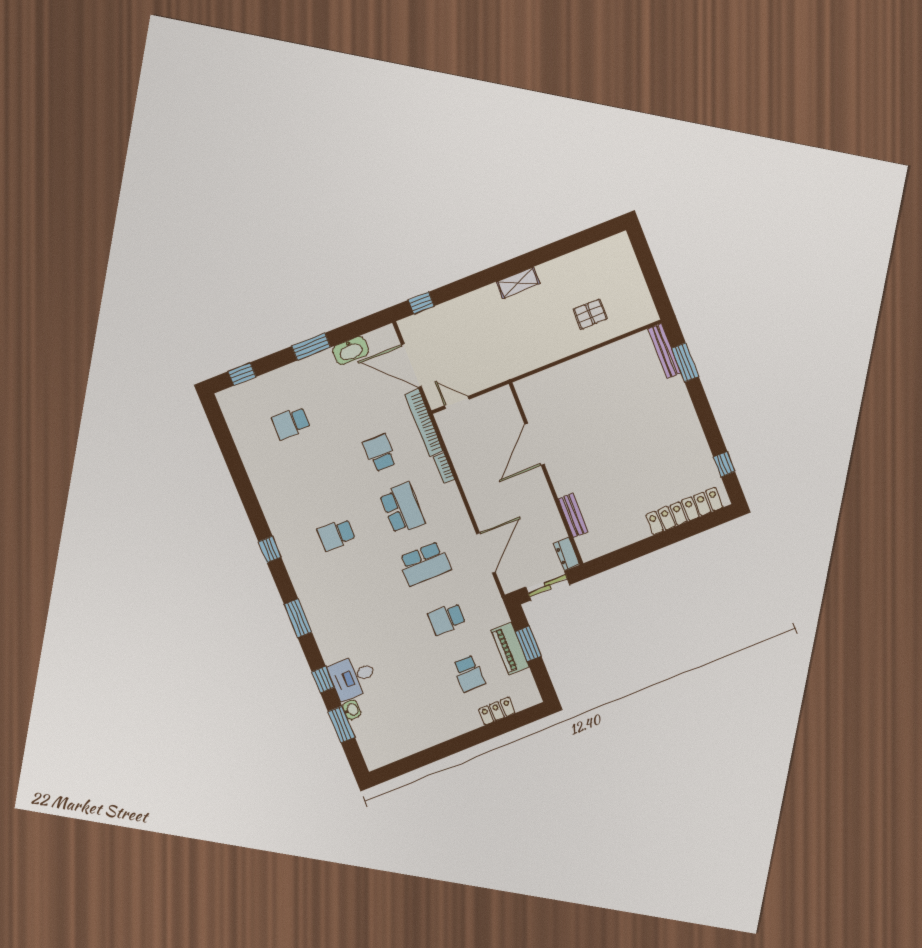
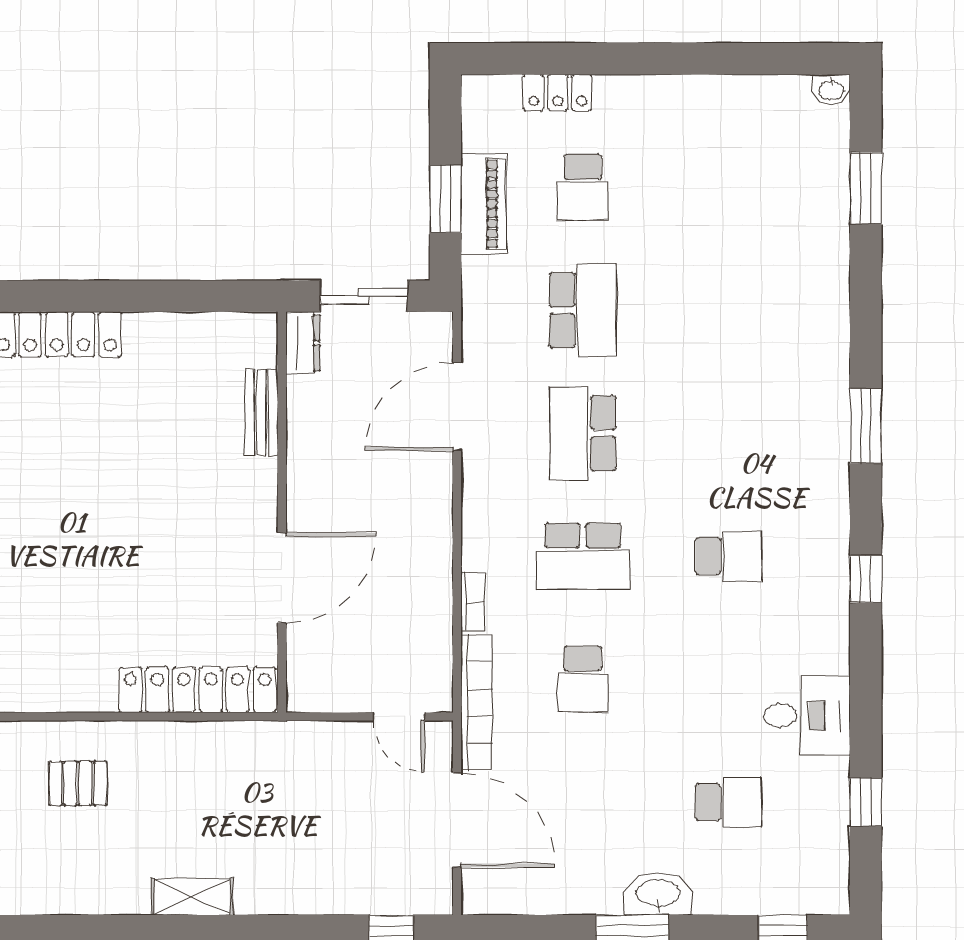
washbasin: (351, 351) -> (658, 894), moved
locker: (553, 378) -> (197, 690), added
school desk: (402, 508) -> (583, 556), turned -90
school desk: (425, 564) -> (583, 433), turned -90
school desk: (447, 619) -> (583, 310), width x1.85
school desk: (469, 674) -> (583, 187), turned 180
desk: (353, 677) -> (807, 716), moved
window: (323, 680) -> (866, 802), moved
washbasin: (352, 710) -> (831, 90), moved, turned -90

